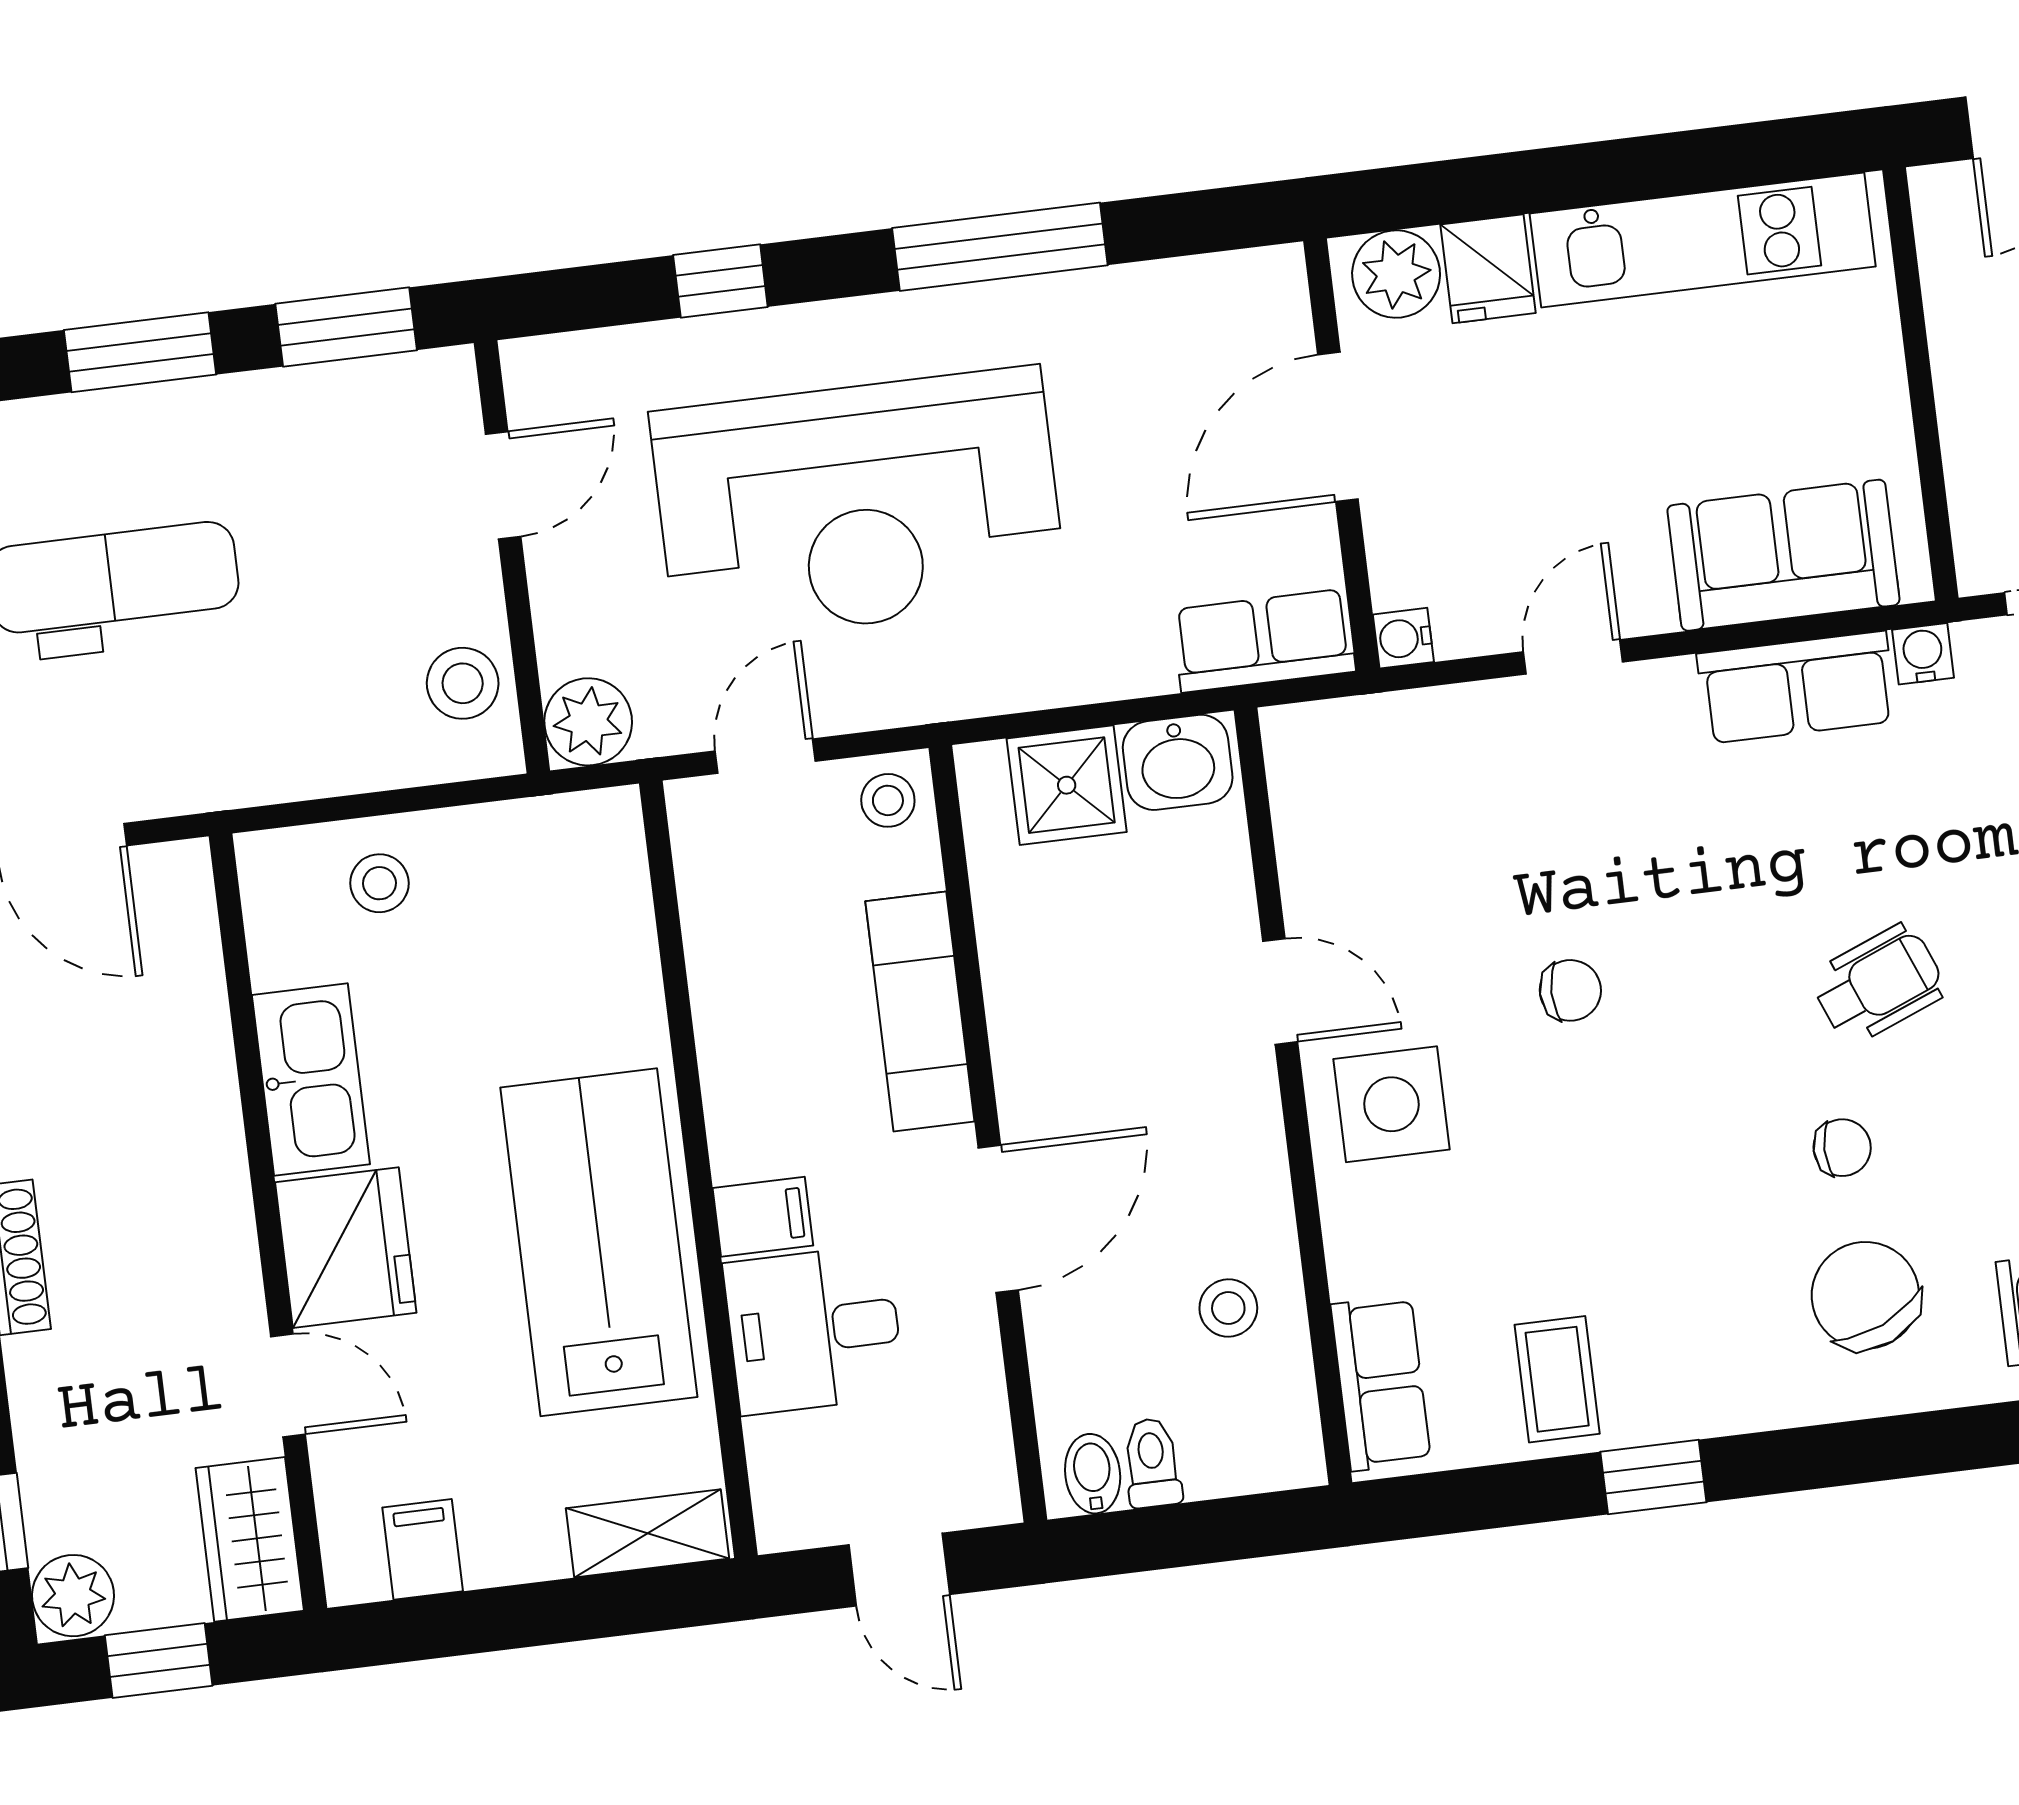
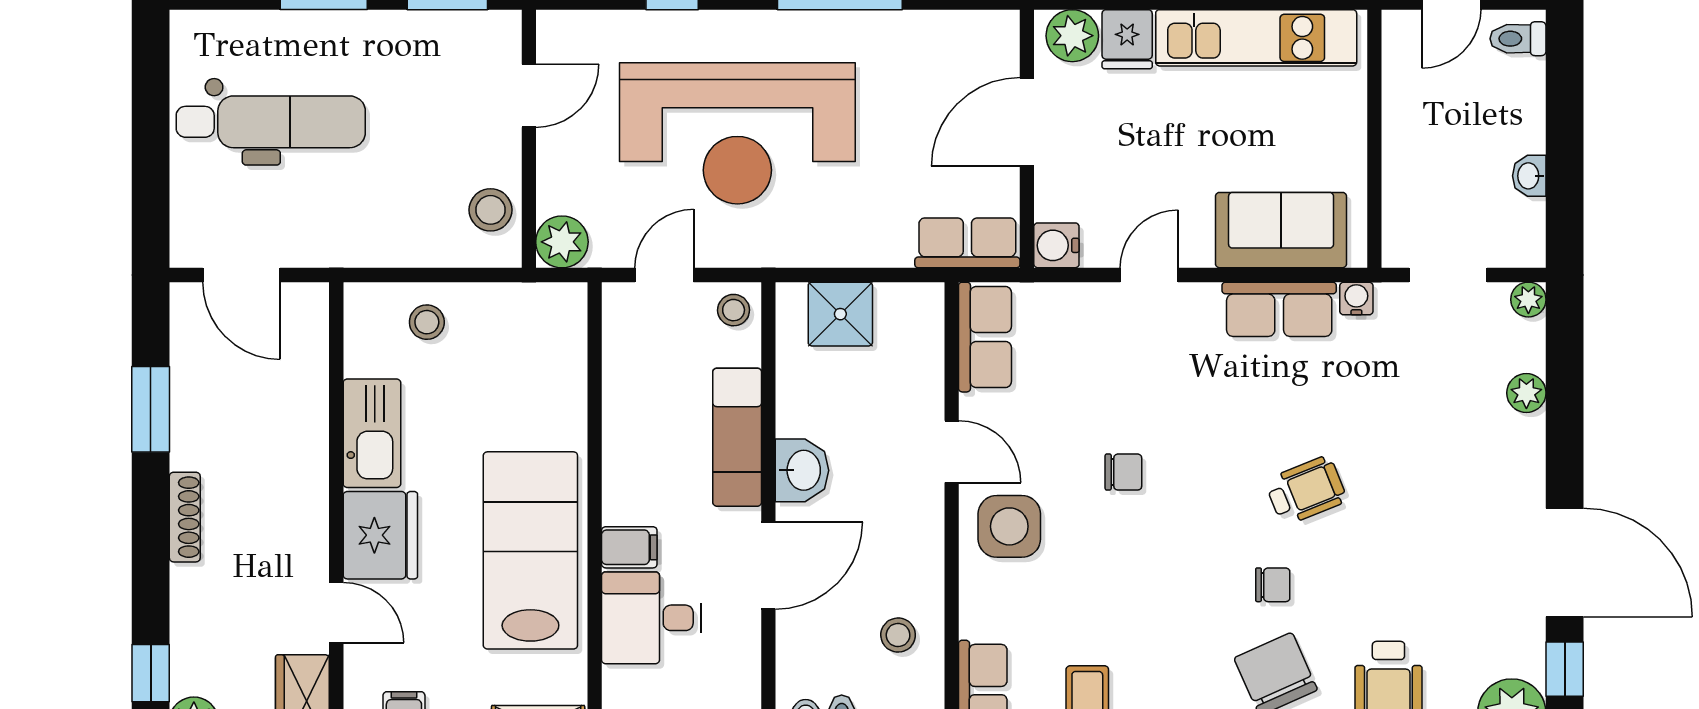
water cooler: (1403, 638) -> (1056, 245), width x1.38, depth x1.38
washbasin: (1178, 762) -> (802, 470), moved, turned -90
row of seats: (1312, 794) -> (985, 337), added

